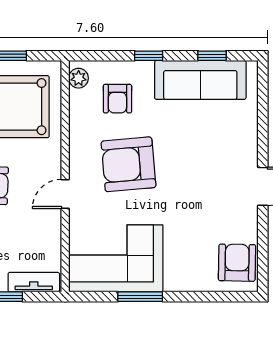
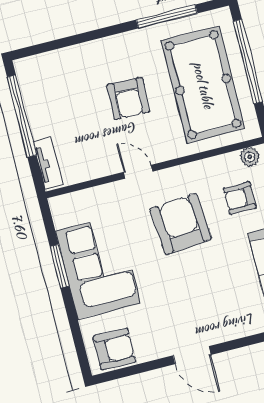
corner sofa: (116, 258) -> (98, 267), moved

